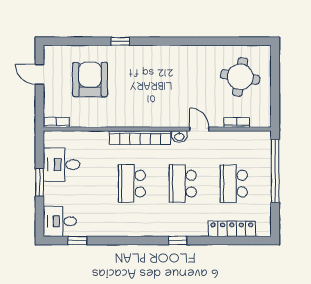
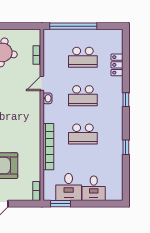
bookcase: (140, 138) -> (48, 147), moved
window: (40, 182) -> (60, 204), moved
desk: (60, 221) -> (94, 188), moved
locker: (232, 229) -> (117, 65), width x0.66
window: (77, 241) -> (126, 147), moved

